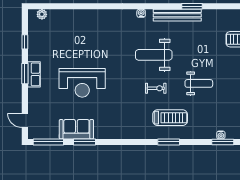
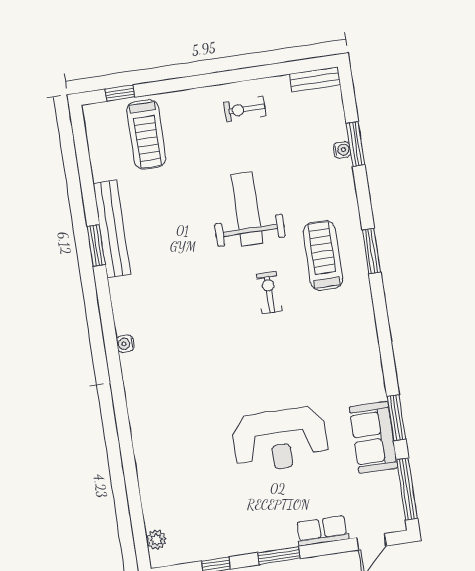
bench: (177, 15) -> (112, 229), moved
weight bench: (154, 55) -> (204, 306), removed
row of seats: (34, 74) -> (322, 531), moved
reception desk: (82, 83) -> (280, 440), turned 90
weight bench: (199, 83) -> (247, 209), width x1.36, depth x1.33

